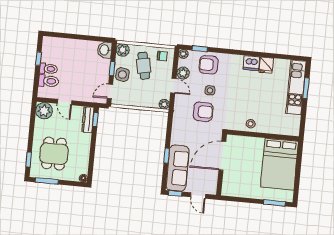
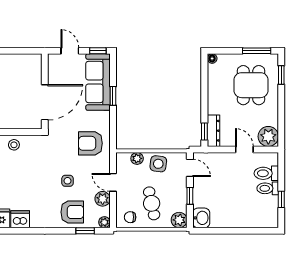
side table: (122, 75) -> (158, 164), moved
door: (110, 91) -> (190, 168), hinge flipped
plant: (164, 104) -> (137, 158), moved
armchair: (203, 112) -> (90, 143), moved

